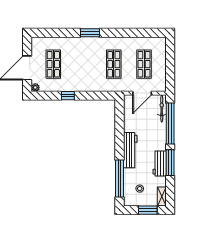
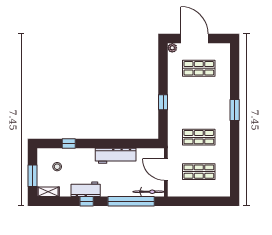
window: (68, 96) -> (163, 102), moved
workbench: (130, 150) -> (116, 156), moved
window: (170, 163) -> (87, 201), width x0.46
window: (119, 178) -> (69, 144), width x0.32

